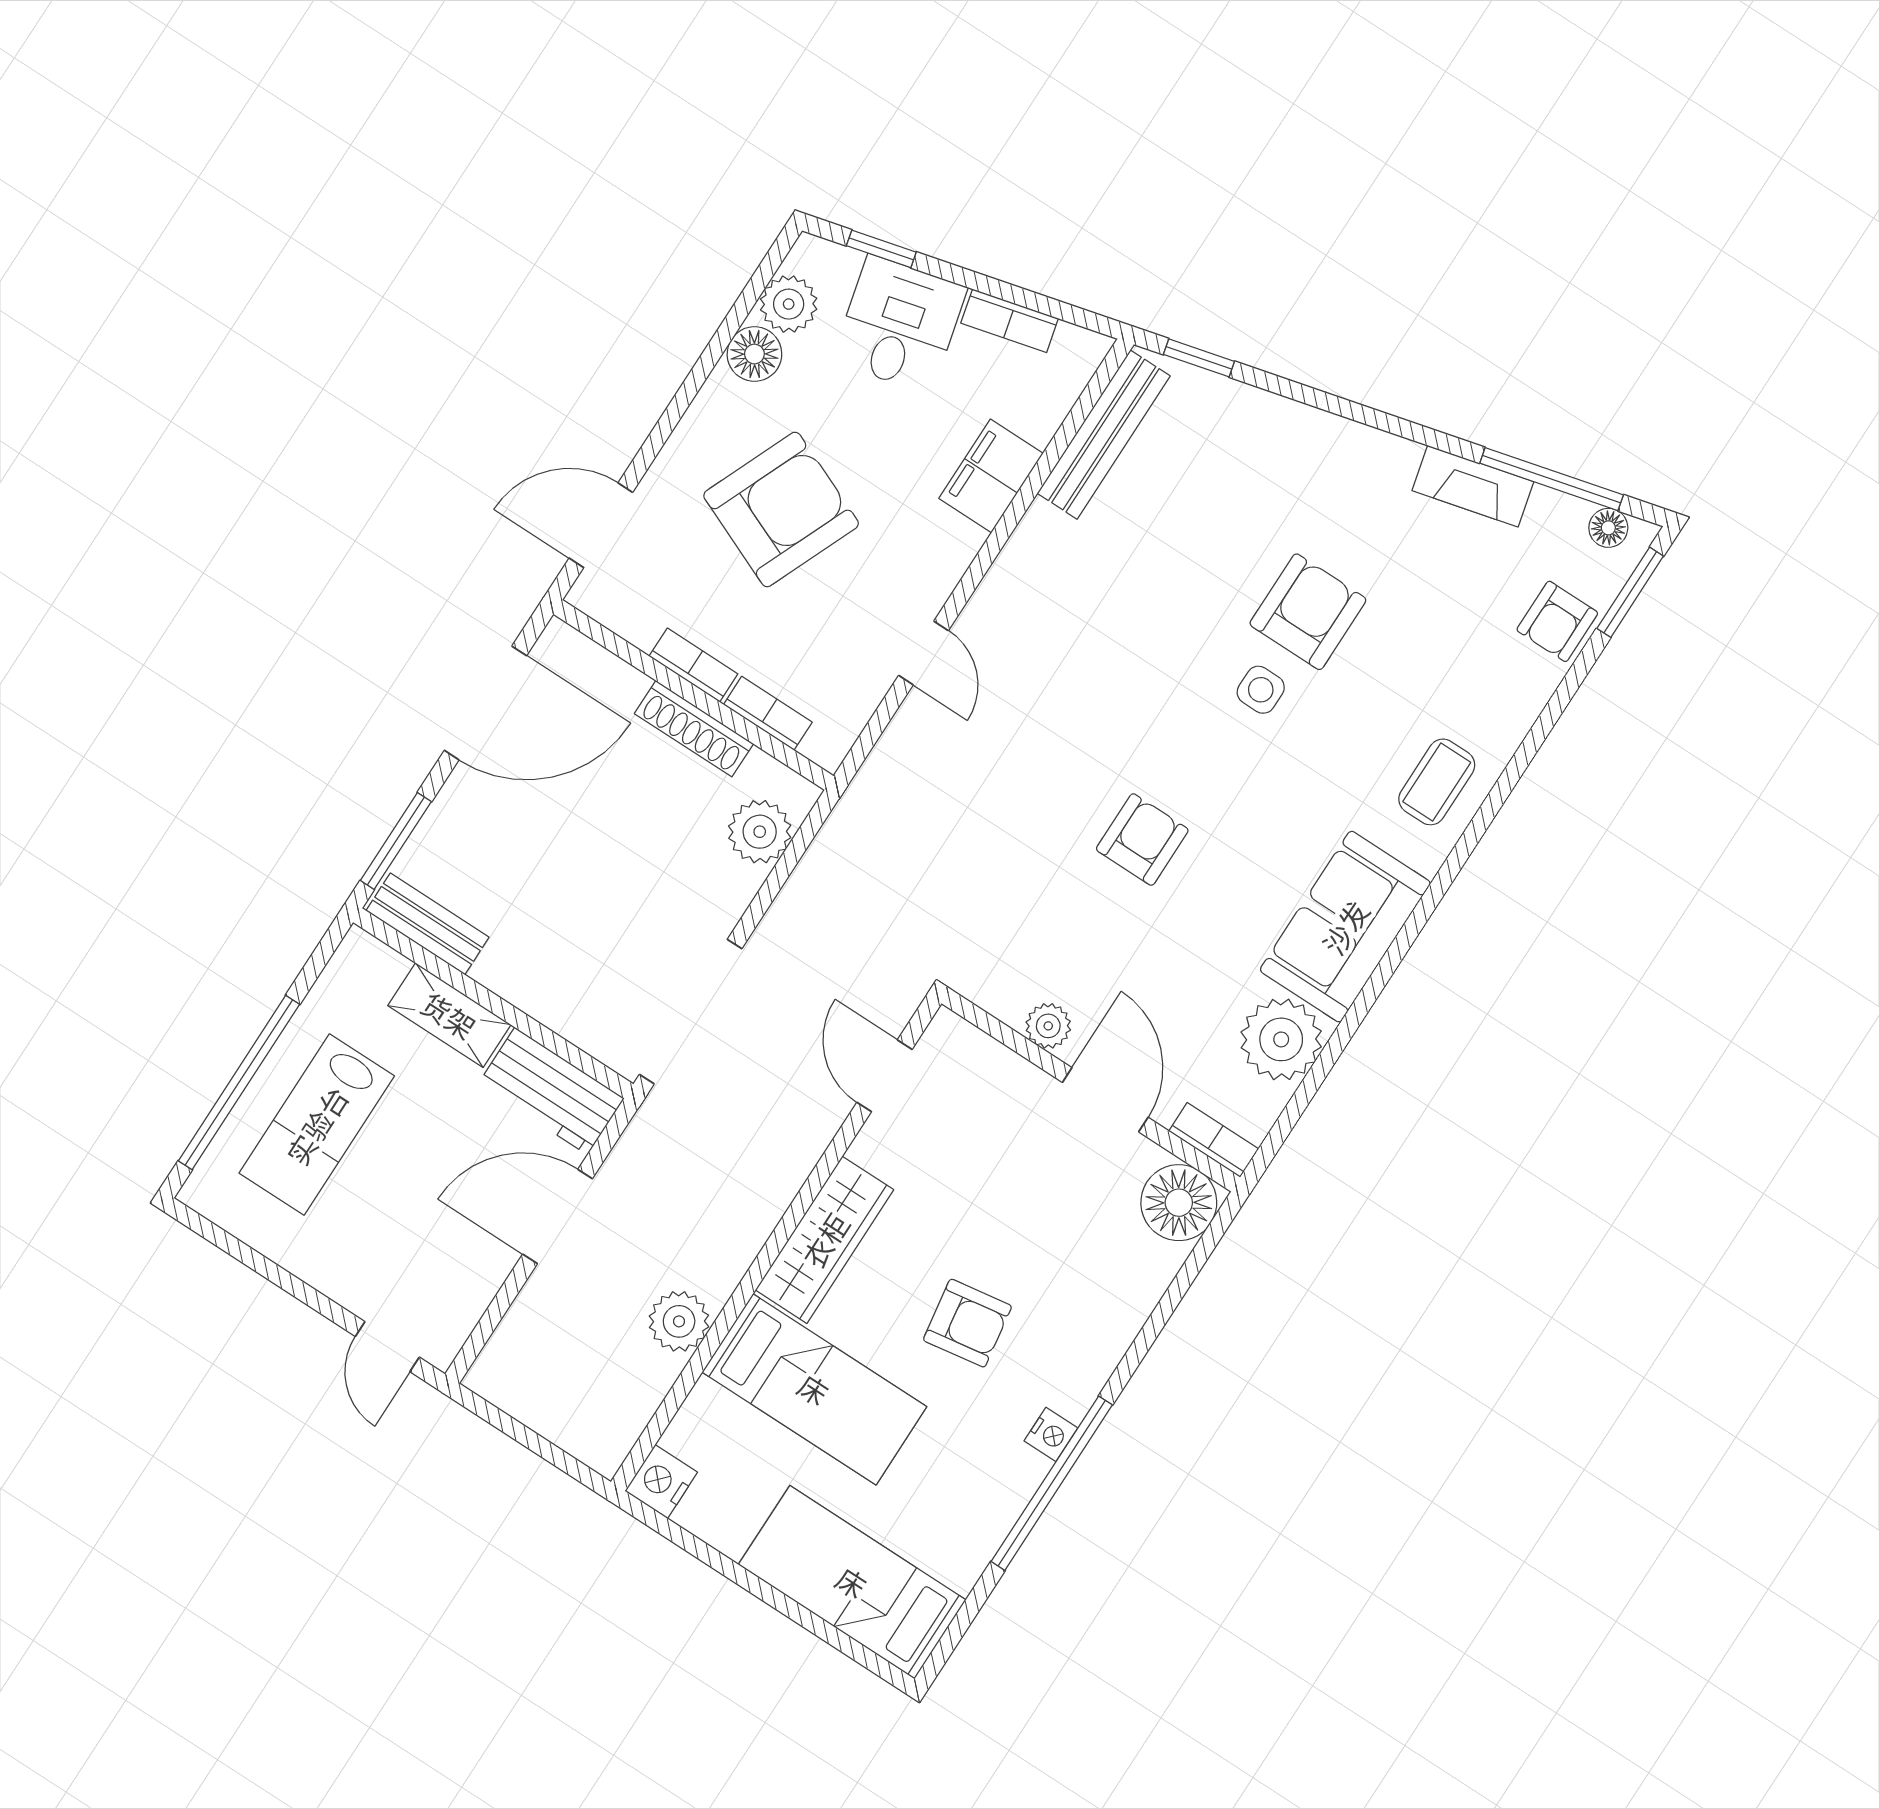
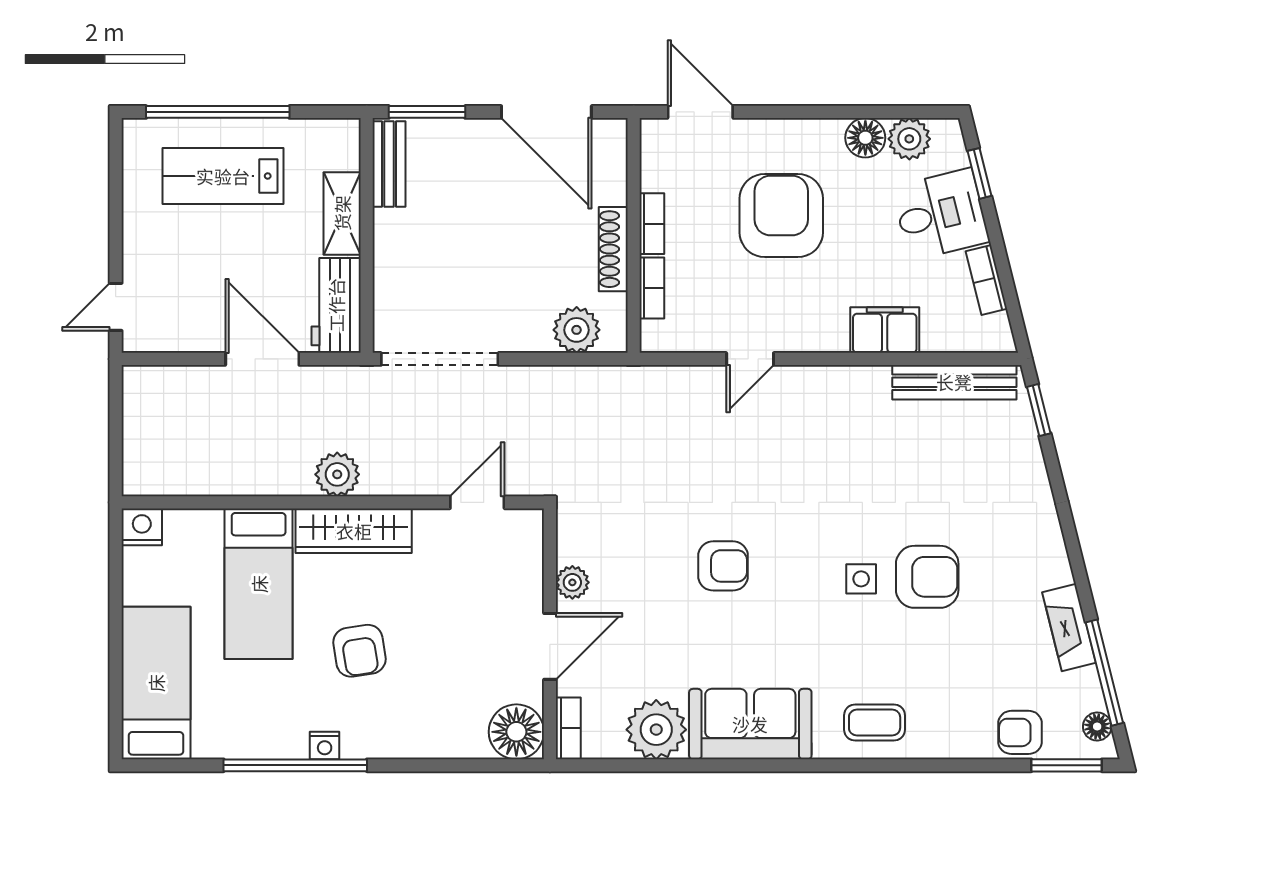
armchair: (781, 509) -> (781, 215), turned -113
plant: (679, 1321) -> (337, 474), moved

